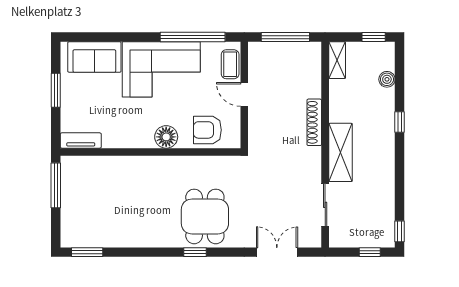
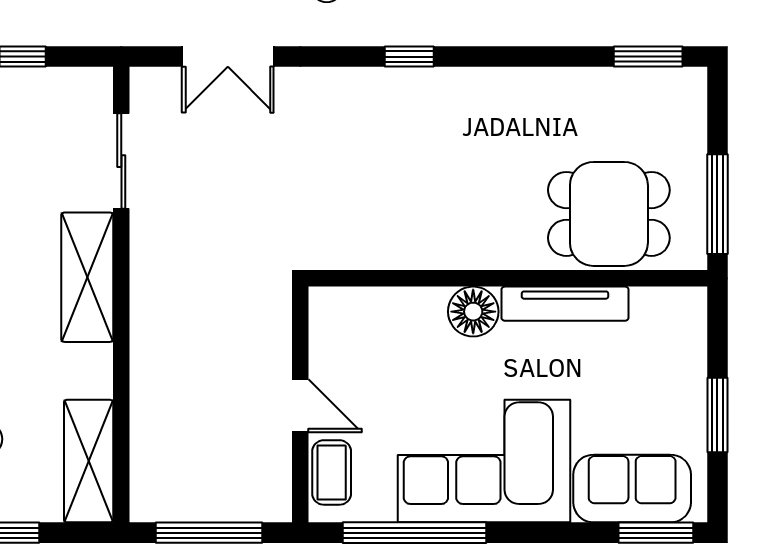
window: (84, 37) -> (656, 533), added
shelving: (337, 60) -> (89, 461), width x1.50, depth x1.33
shoe rack: (314, 122) -> (145, 344), removed
armchair: (207, 130) -> (382, 327), removed
tv unit: (81, 140) -> (565, 304), moved, width x1.41
dining table: (205, 216) -> (609, 214), moved, turned 90

